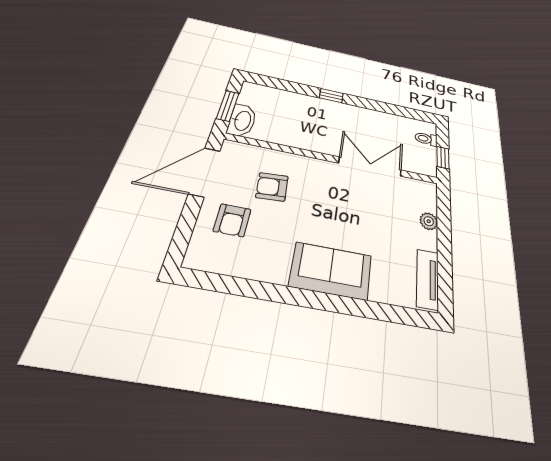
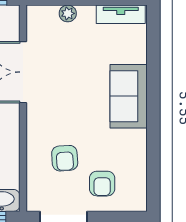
armchair: (232, 220) -> (102, 184), turned 90

